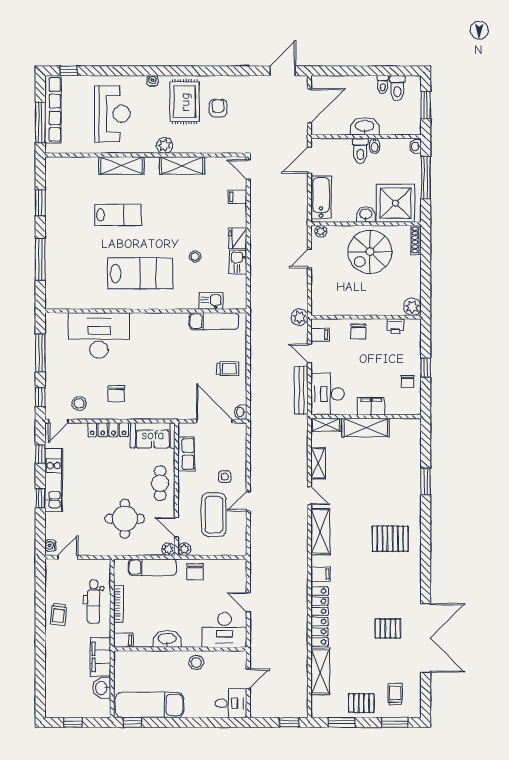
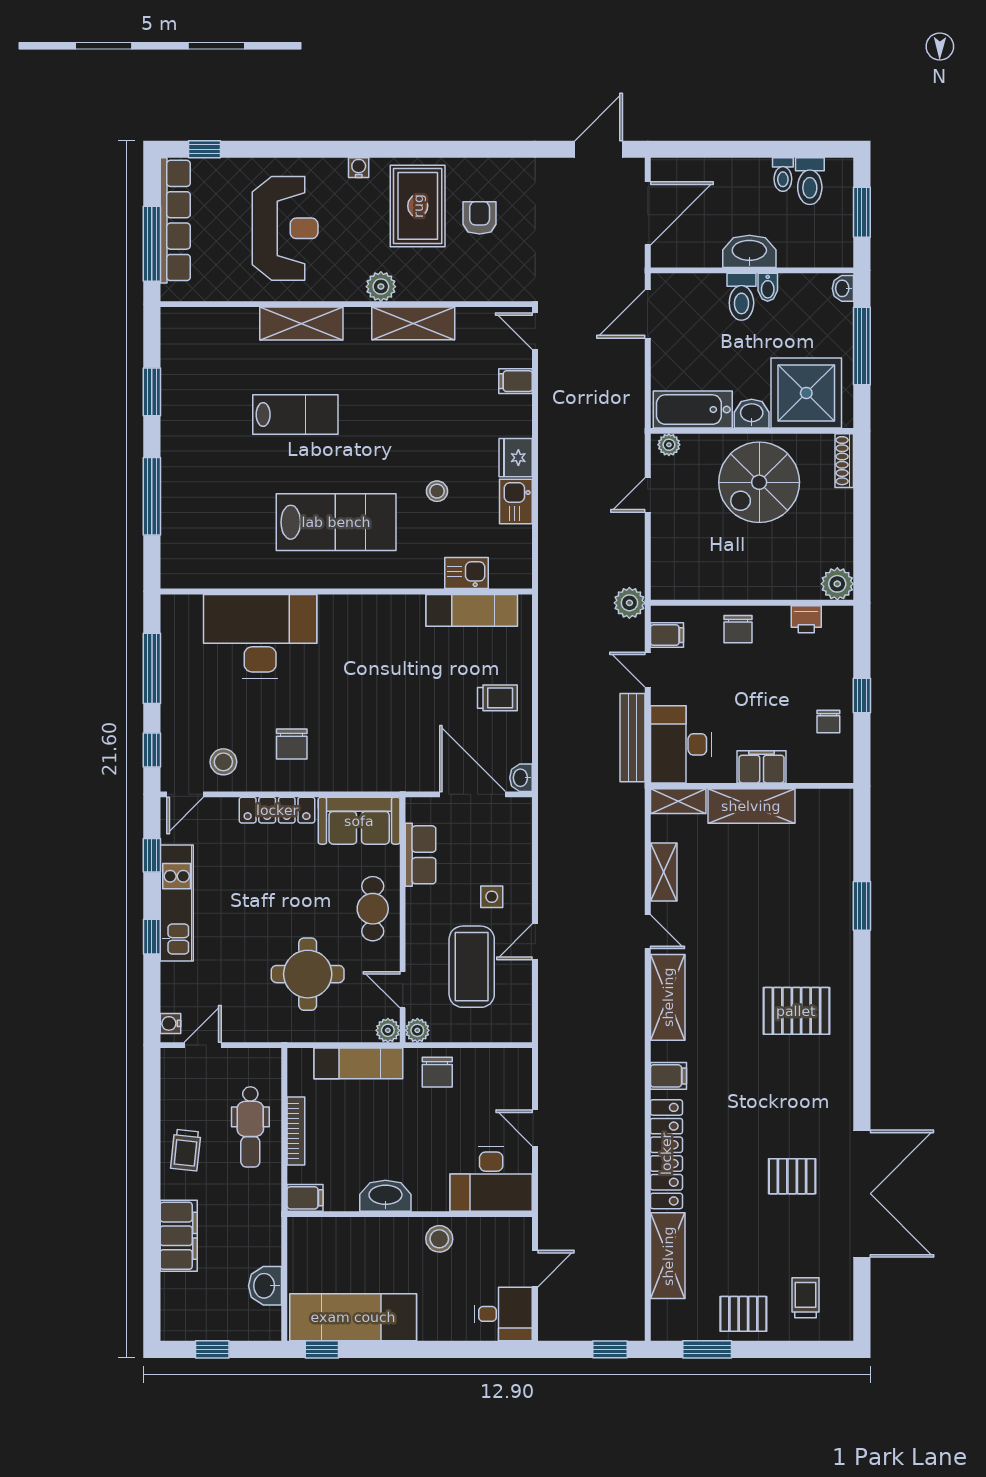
bathtub: (321, 197) -> (693, 410), moved, turned -90
filing cabinet: (101, 657) -> (179, 1236), moved, turned 180
window: (395, 722) -> (805, 1349), removed

